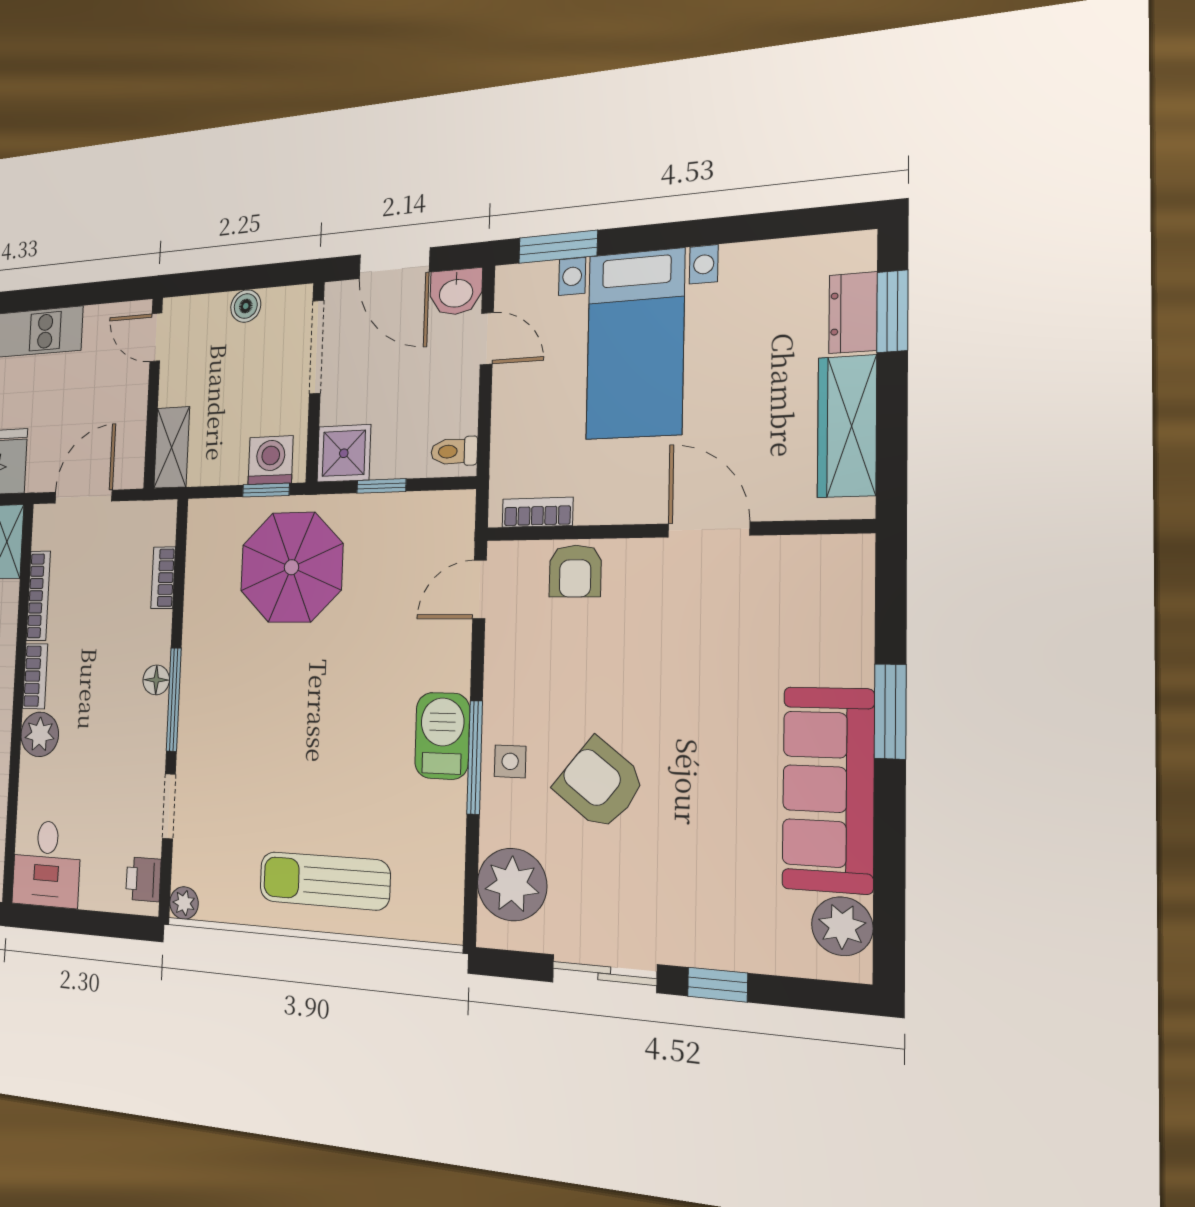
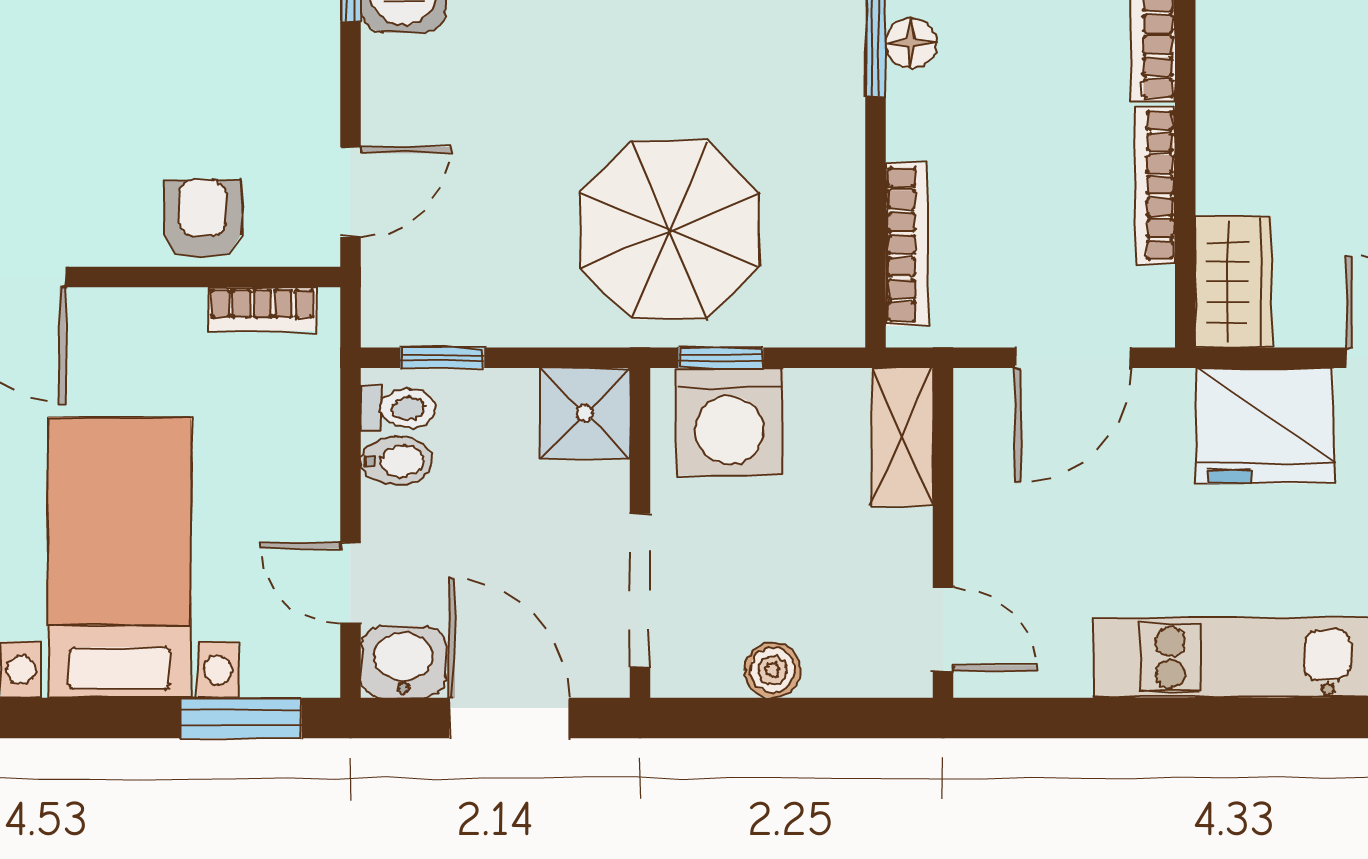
bidet: (456, 418) -> (396, 461), added
washing machine: (271, 460) -> (729, 422), width x1.37, depth x1.37
window: (381, 486) -> (442, 358), moved
bookcase: (163, 578) -> (907, 244), width x1.56

